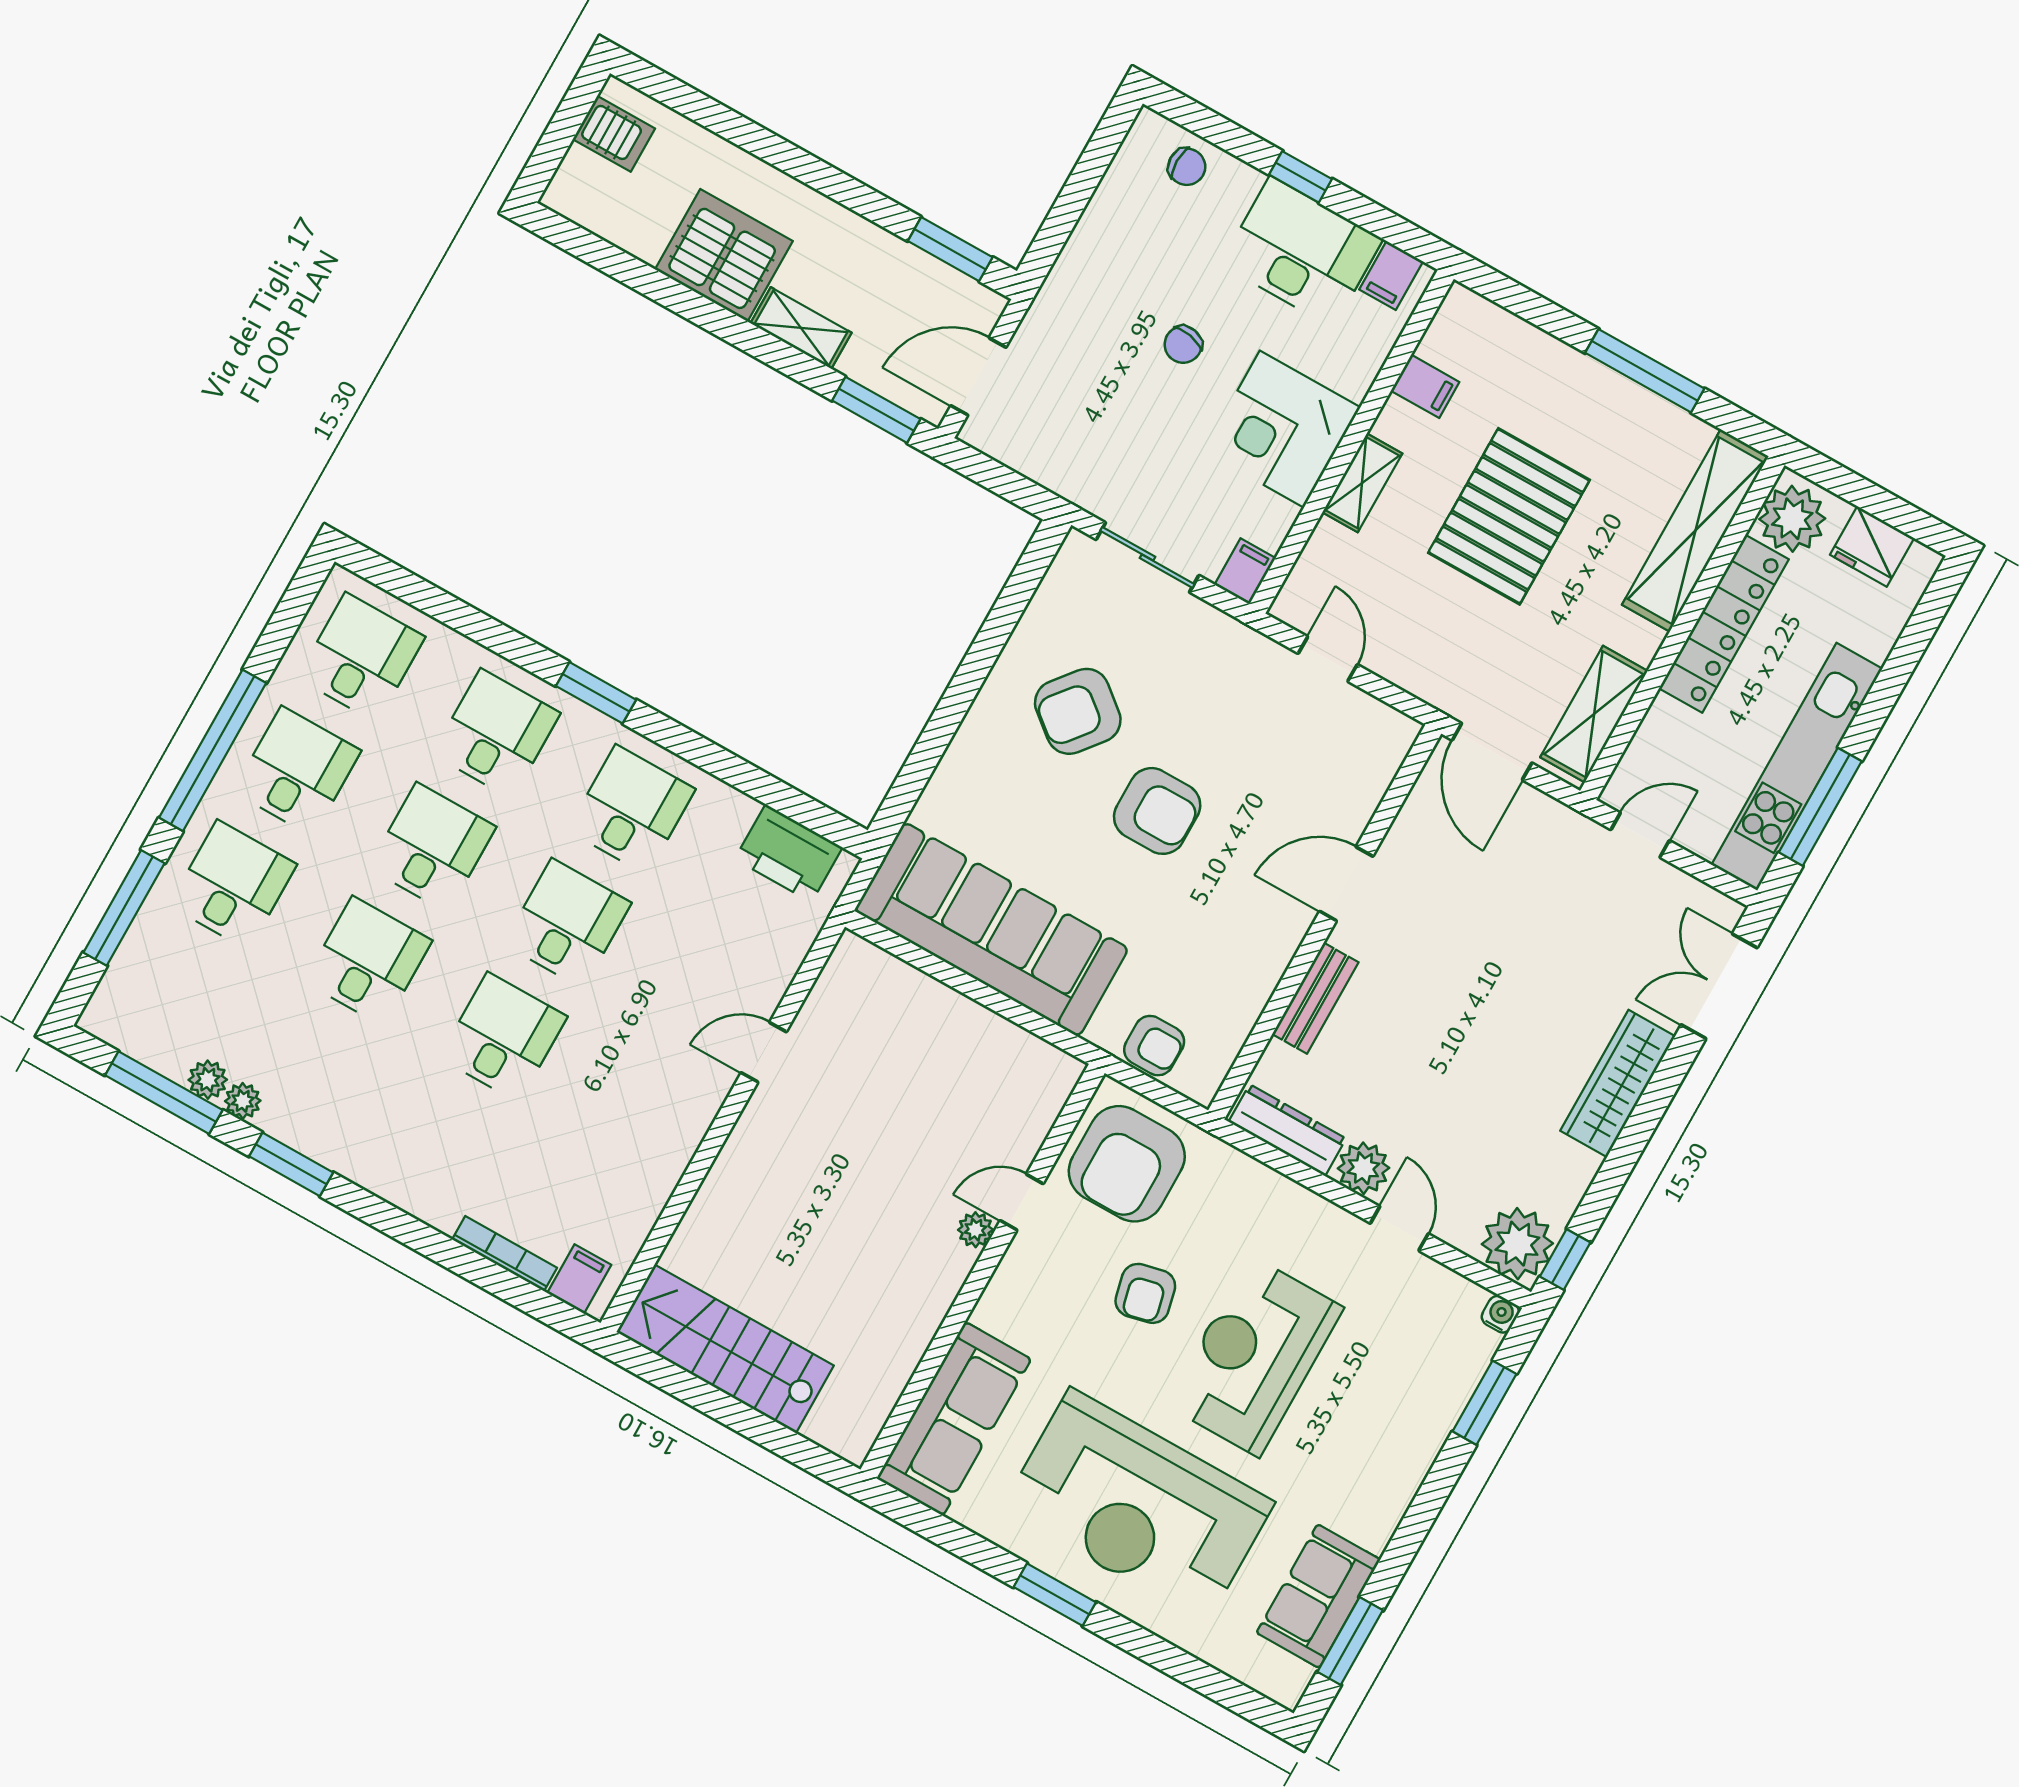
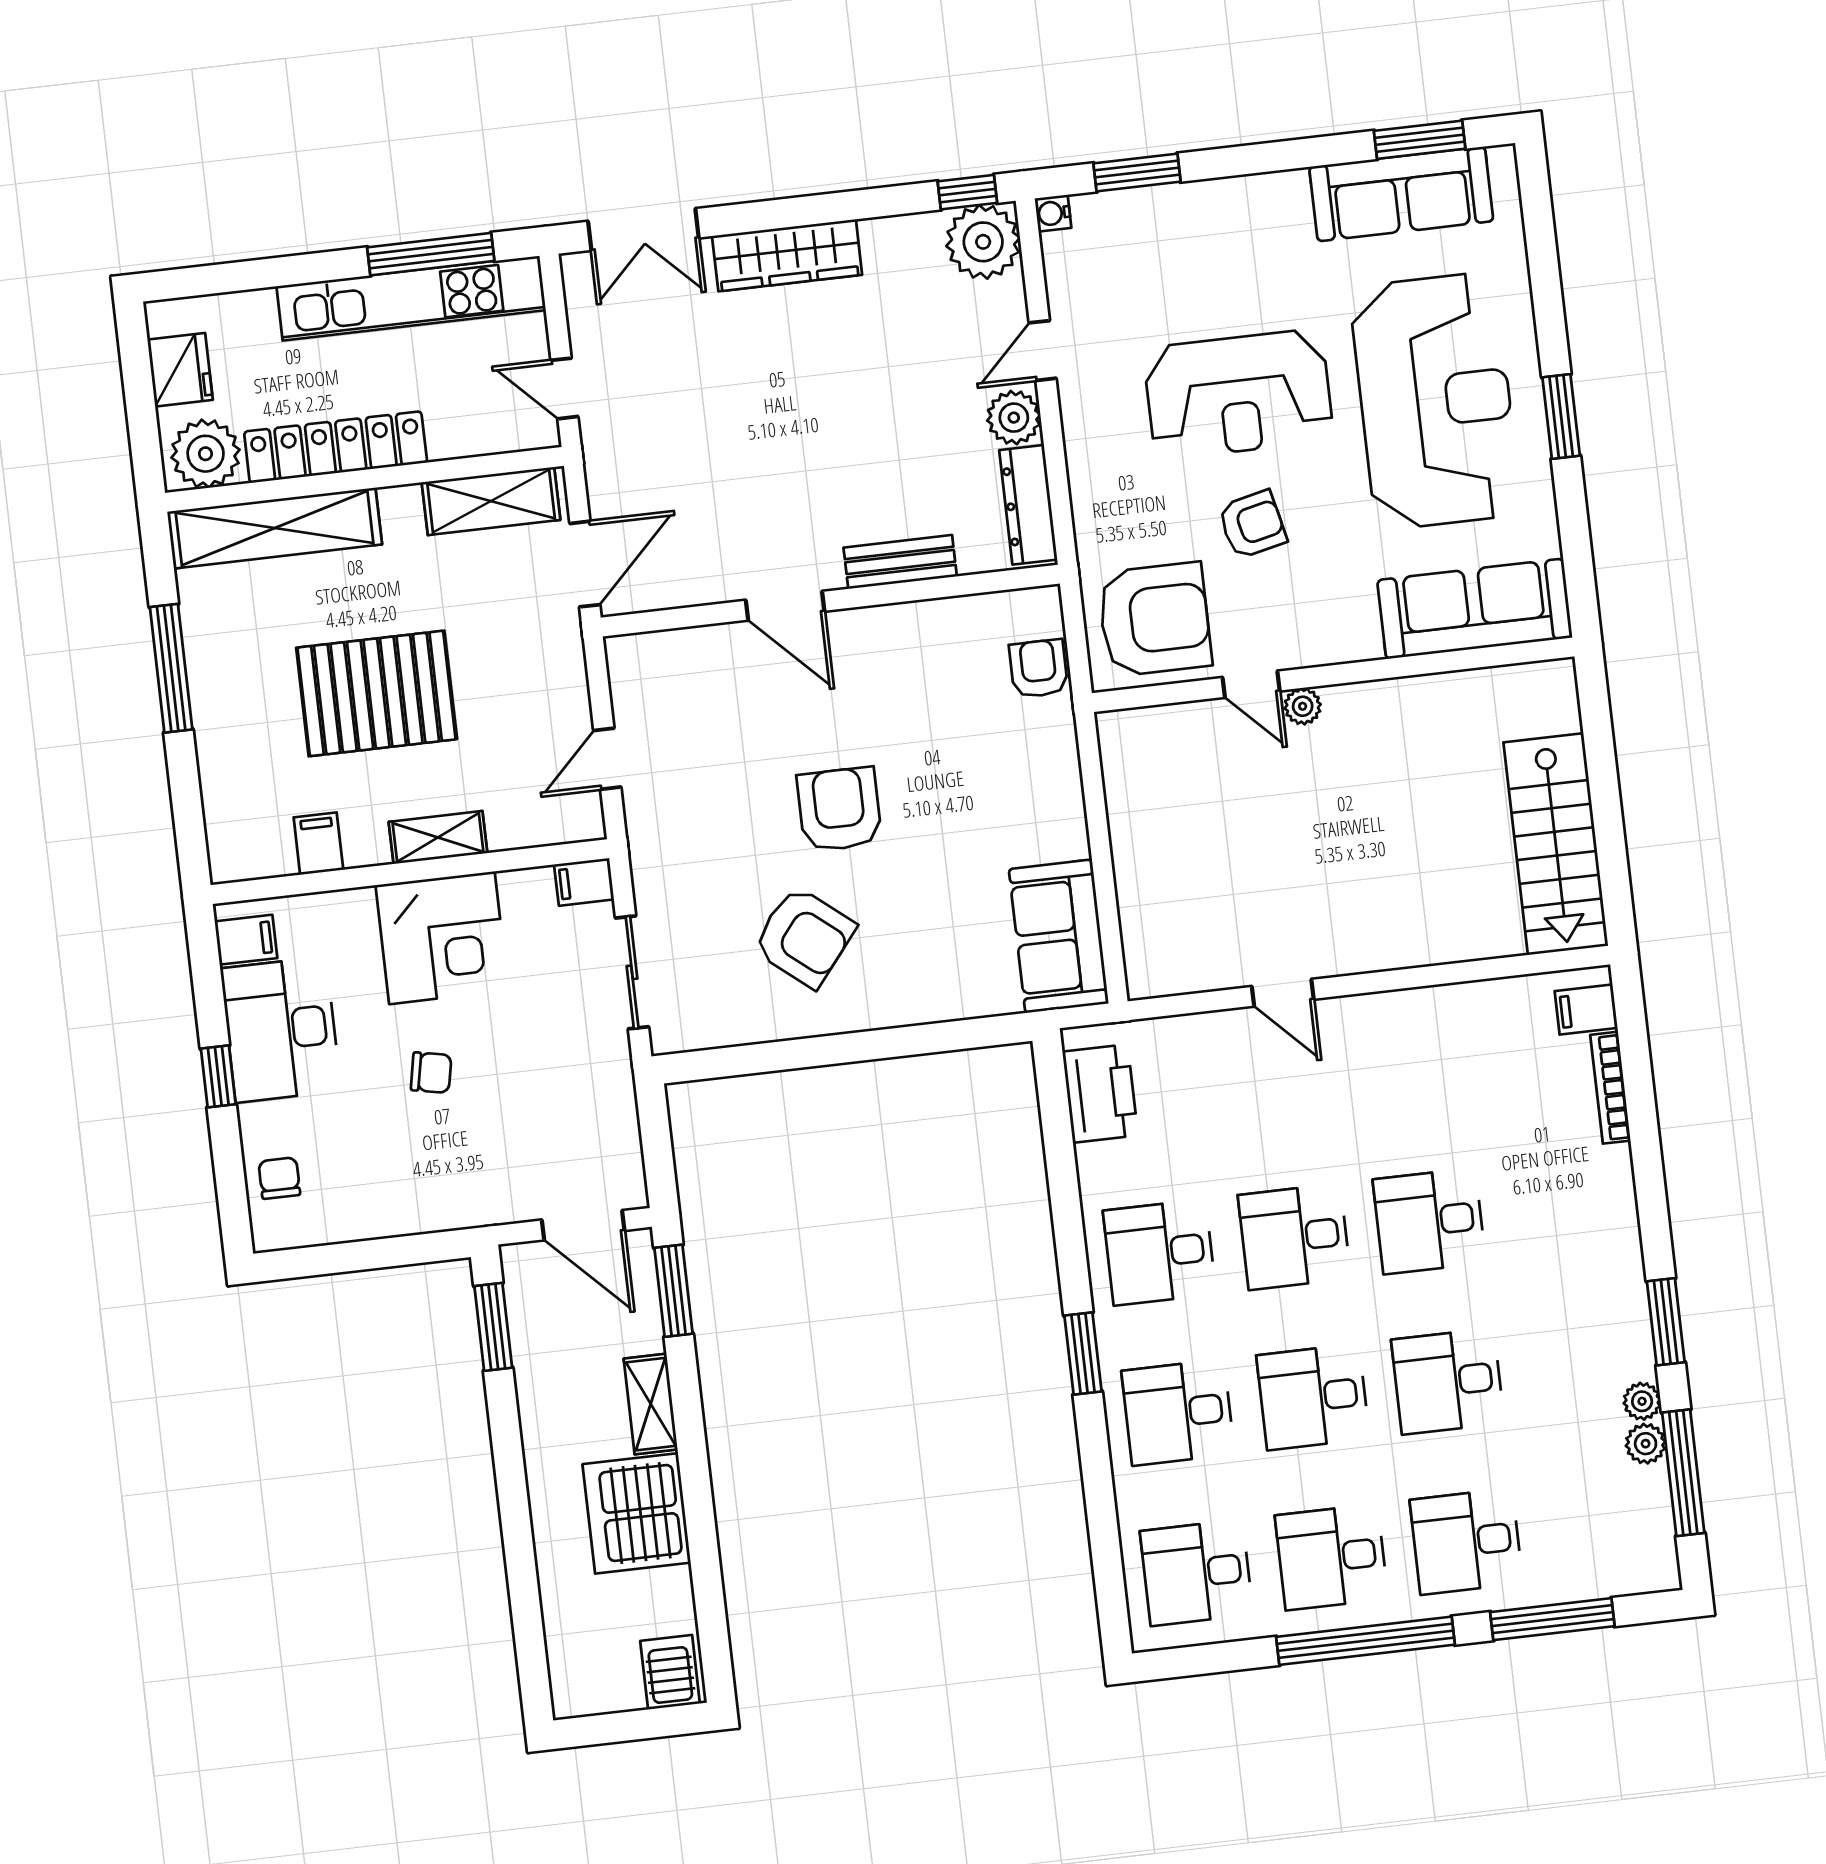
server rack: (614, 134) -> (670, 1672), moved
sofa: (991, 929) -> (1059, 936), width x0.54, depth x0.79
sofa: (1318, 1596) -> (1401, 194), width x1.36

